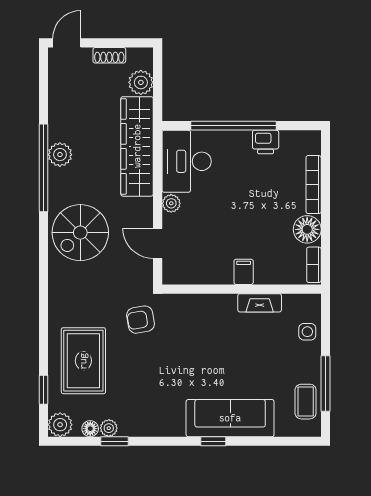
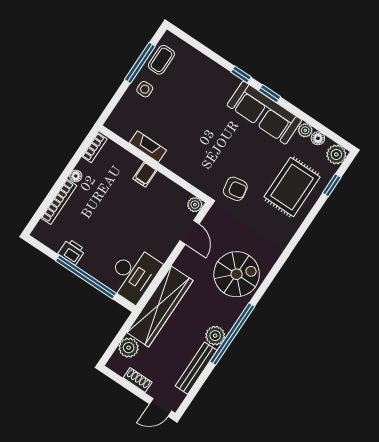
bench: (57, 108) -> (196, 368), added
plant: (171, 203) -> (195, 205), moved
floor lamp: (307, 229) -> (76, 176), width x0.53, depth x0.53
side table: (307, 332) -> (145, 89), moved
sofa: (230, 418) -> (264, 113), moved
window: (114, 441) -> (270, 94), moved

